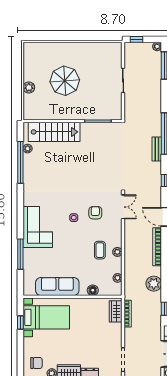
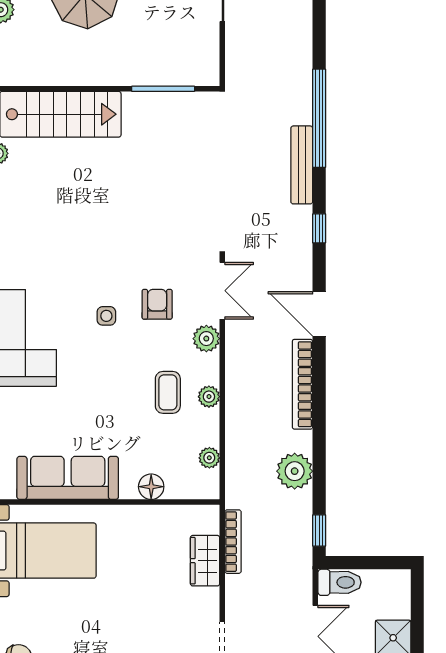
bench: (157, 149) -> (302, 165), width x1.36
plant: (116, 227) -> (206, 339), added
wardrobe: (116, 311) -> (205, 561), moved

